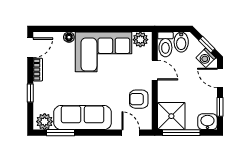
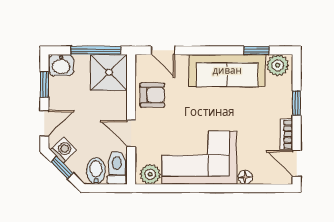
door: (30, 48) -> (297, 163), hinge flipped
door: (220, 78) -> (44, 123), hinge flipped
window: (60, 133) -> (256, 50), width x0.67

